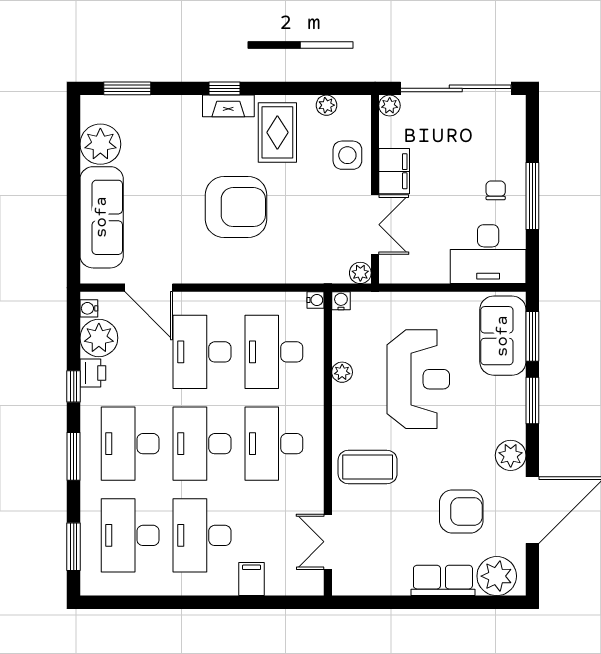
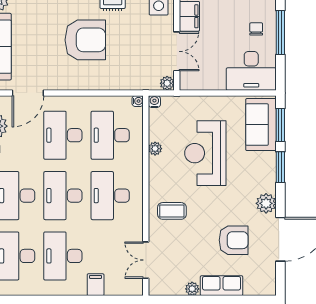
door: (149, 288) -> (28, 93), hinge flipped
reception desk: (418, 379) -> (205, 153), turned 180
coffee table: (368, 467) -> (172, 211), width x0.73, depth x0.77
plant: (497, 576) -> (192, 289), moved, width x0.53, depth x0.53

